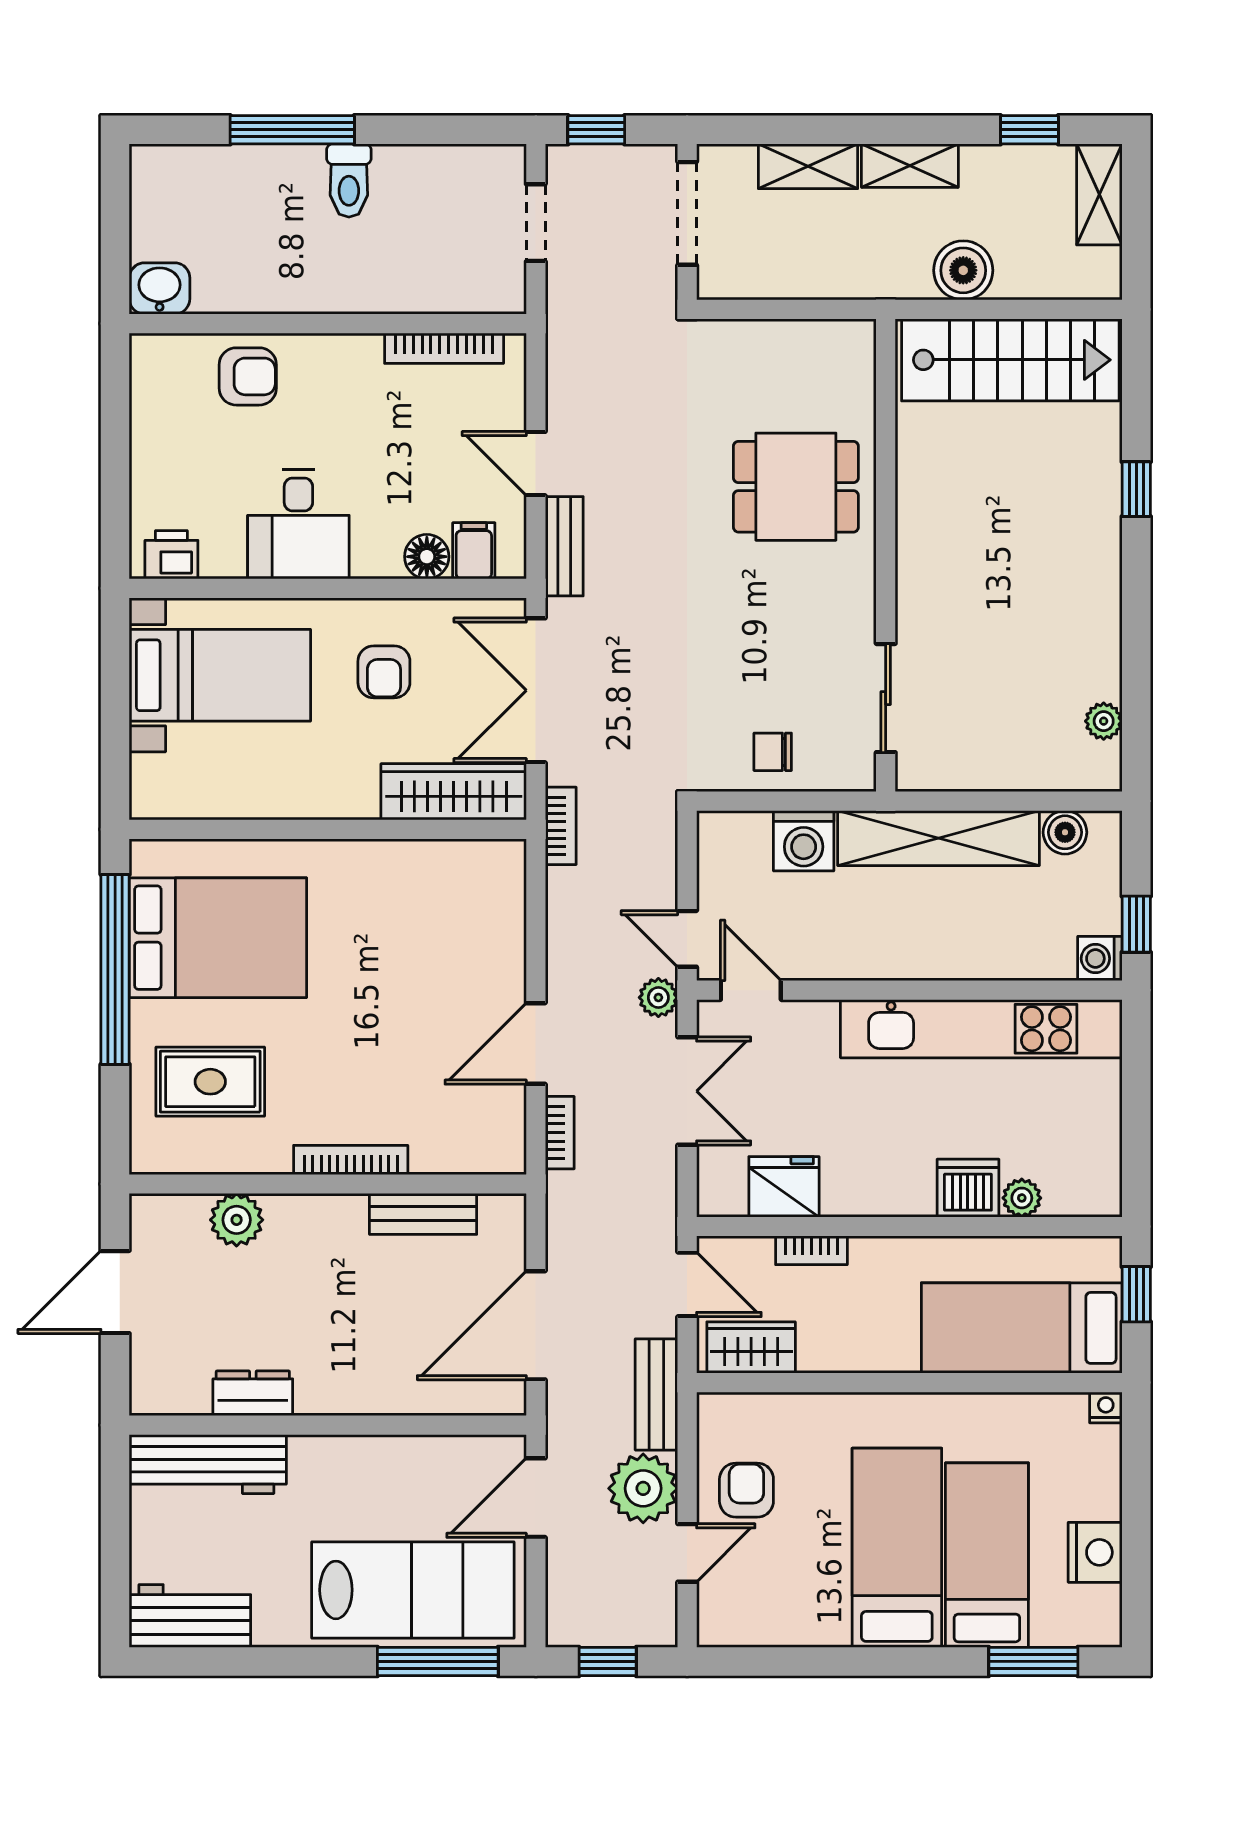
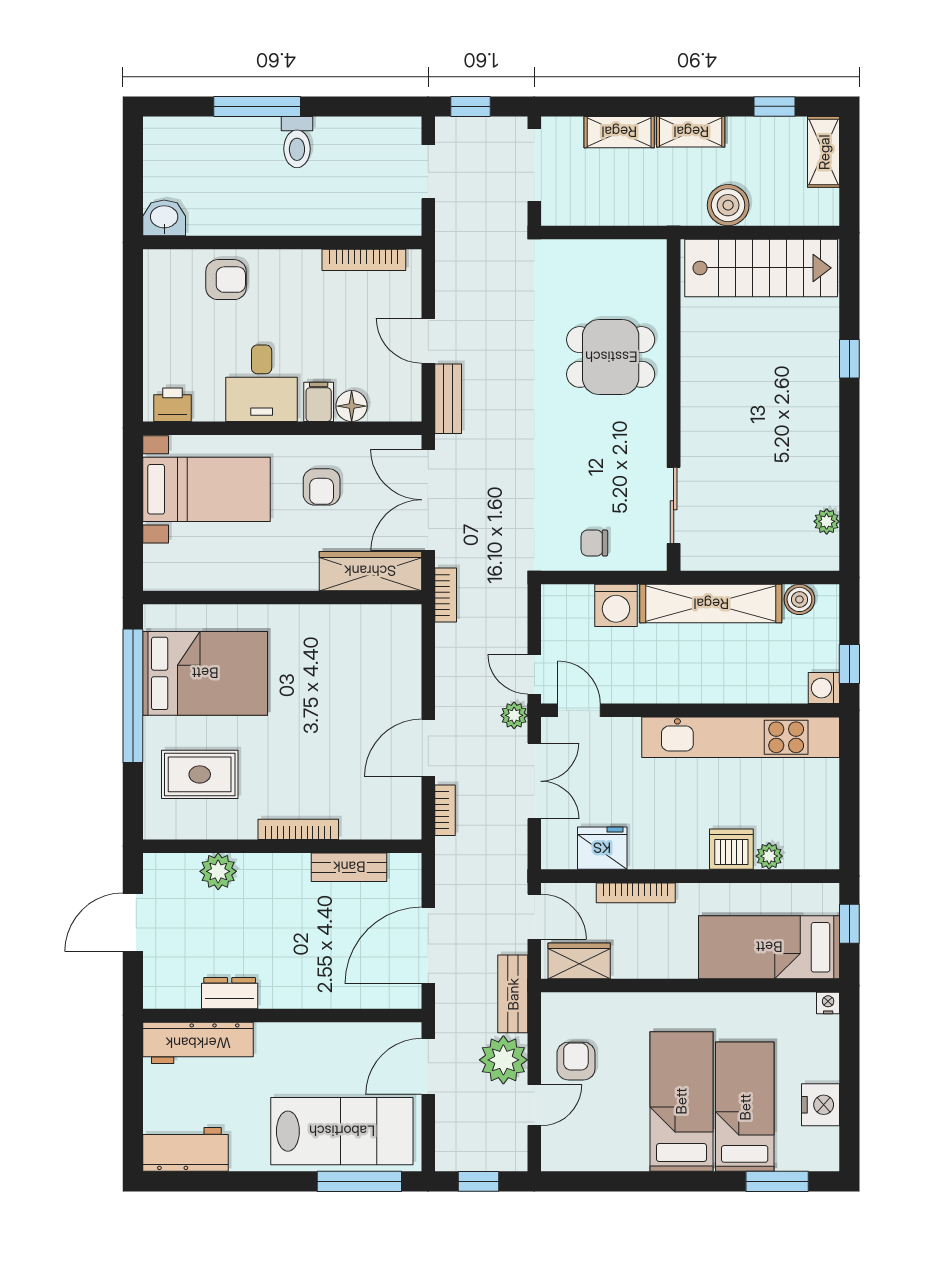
filing cabinet: (474, 551) -> (319, 402), moved
bookcase: (811, 1250) -> (636, 893), width x1.56

